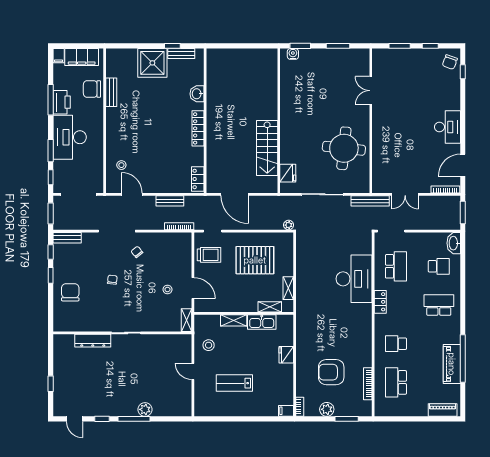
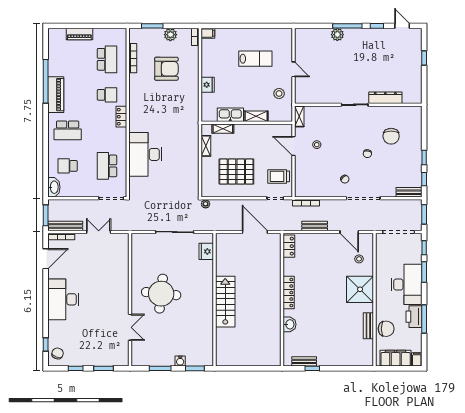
water cooler: (293, 54) -> (180, 361), moved
shower: (152, 63) -> (360, 289), moved
desk: (447, 127) -> (63, 299), width x1.36, depth x1.30
stairs: (267, 148) -> (225, 302), moved
round table: (344, 148) -> (161, 294), moved
bench: (370, 201) -> (65, 226), moved
chair: (70, 292) -> (391, 136), moved
locker: (380, 302) -> (121, 117), moved
piano: (452, 364) -> (56, 95), moved
piano: (443, 410) -> (79, 34), moved

